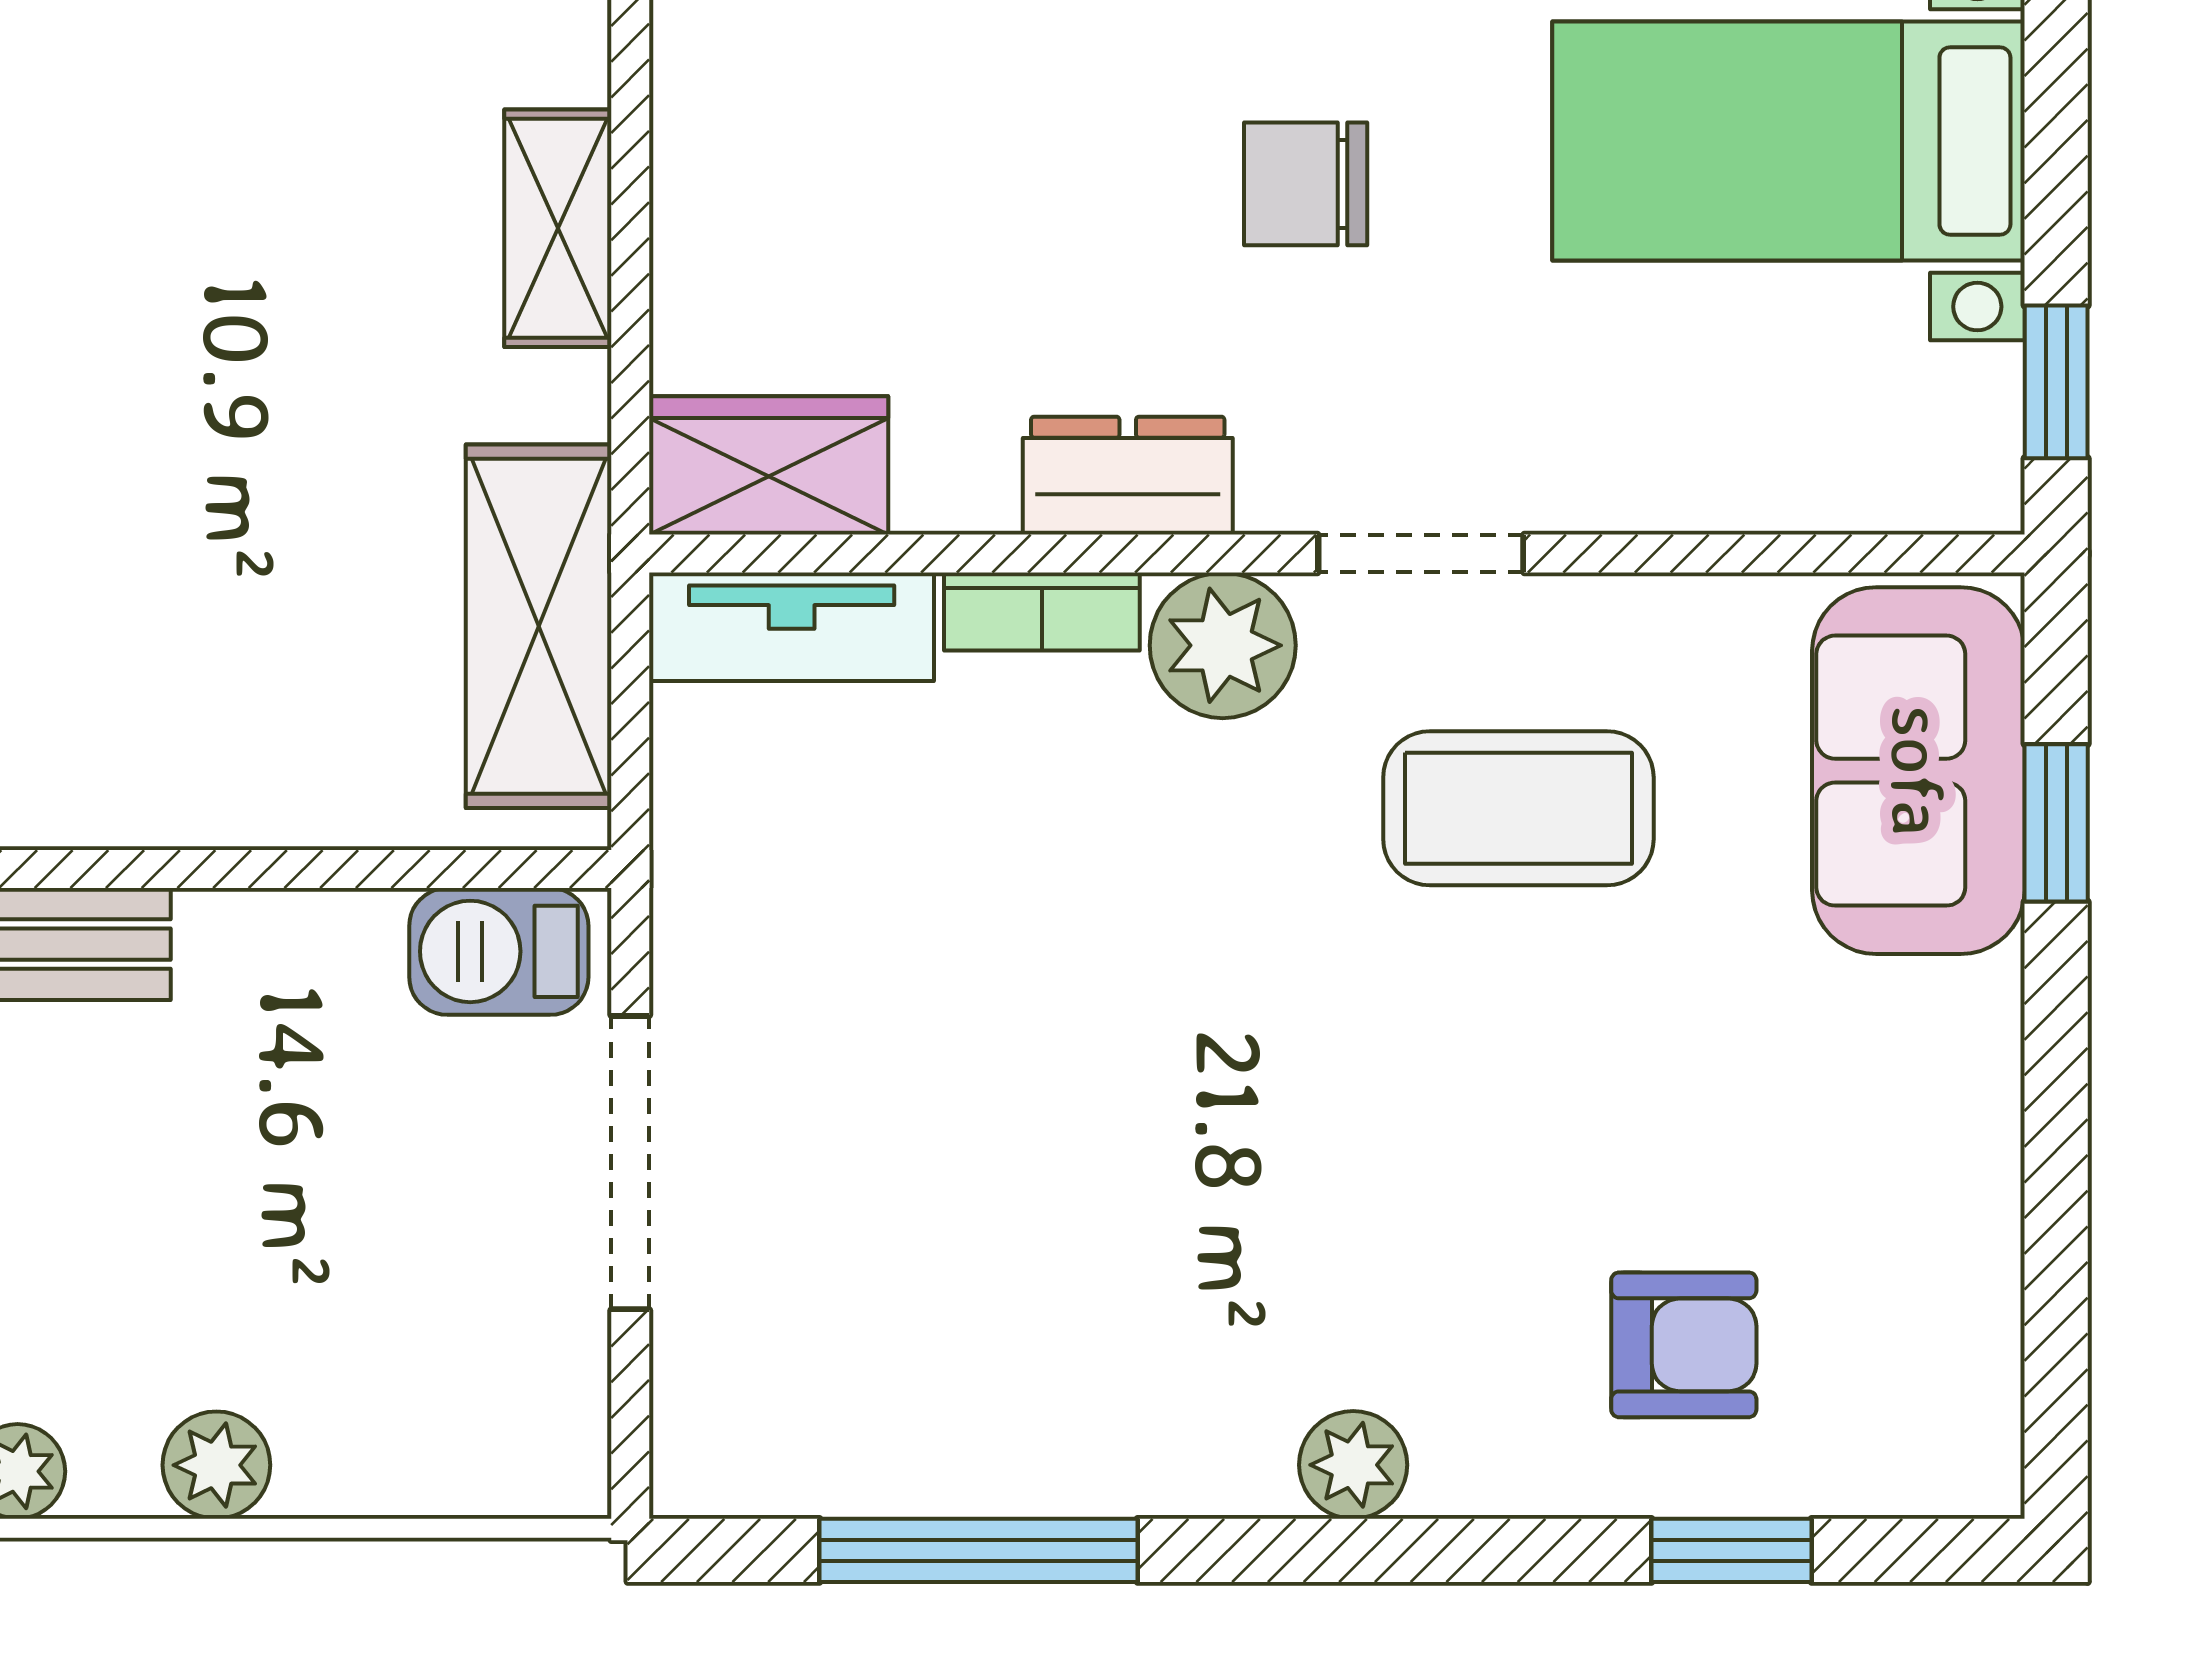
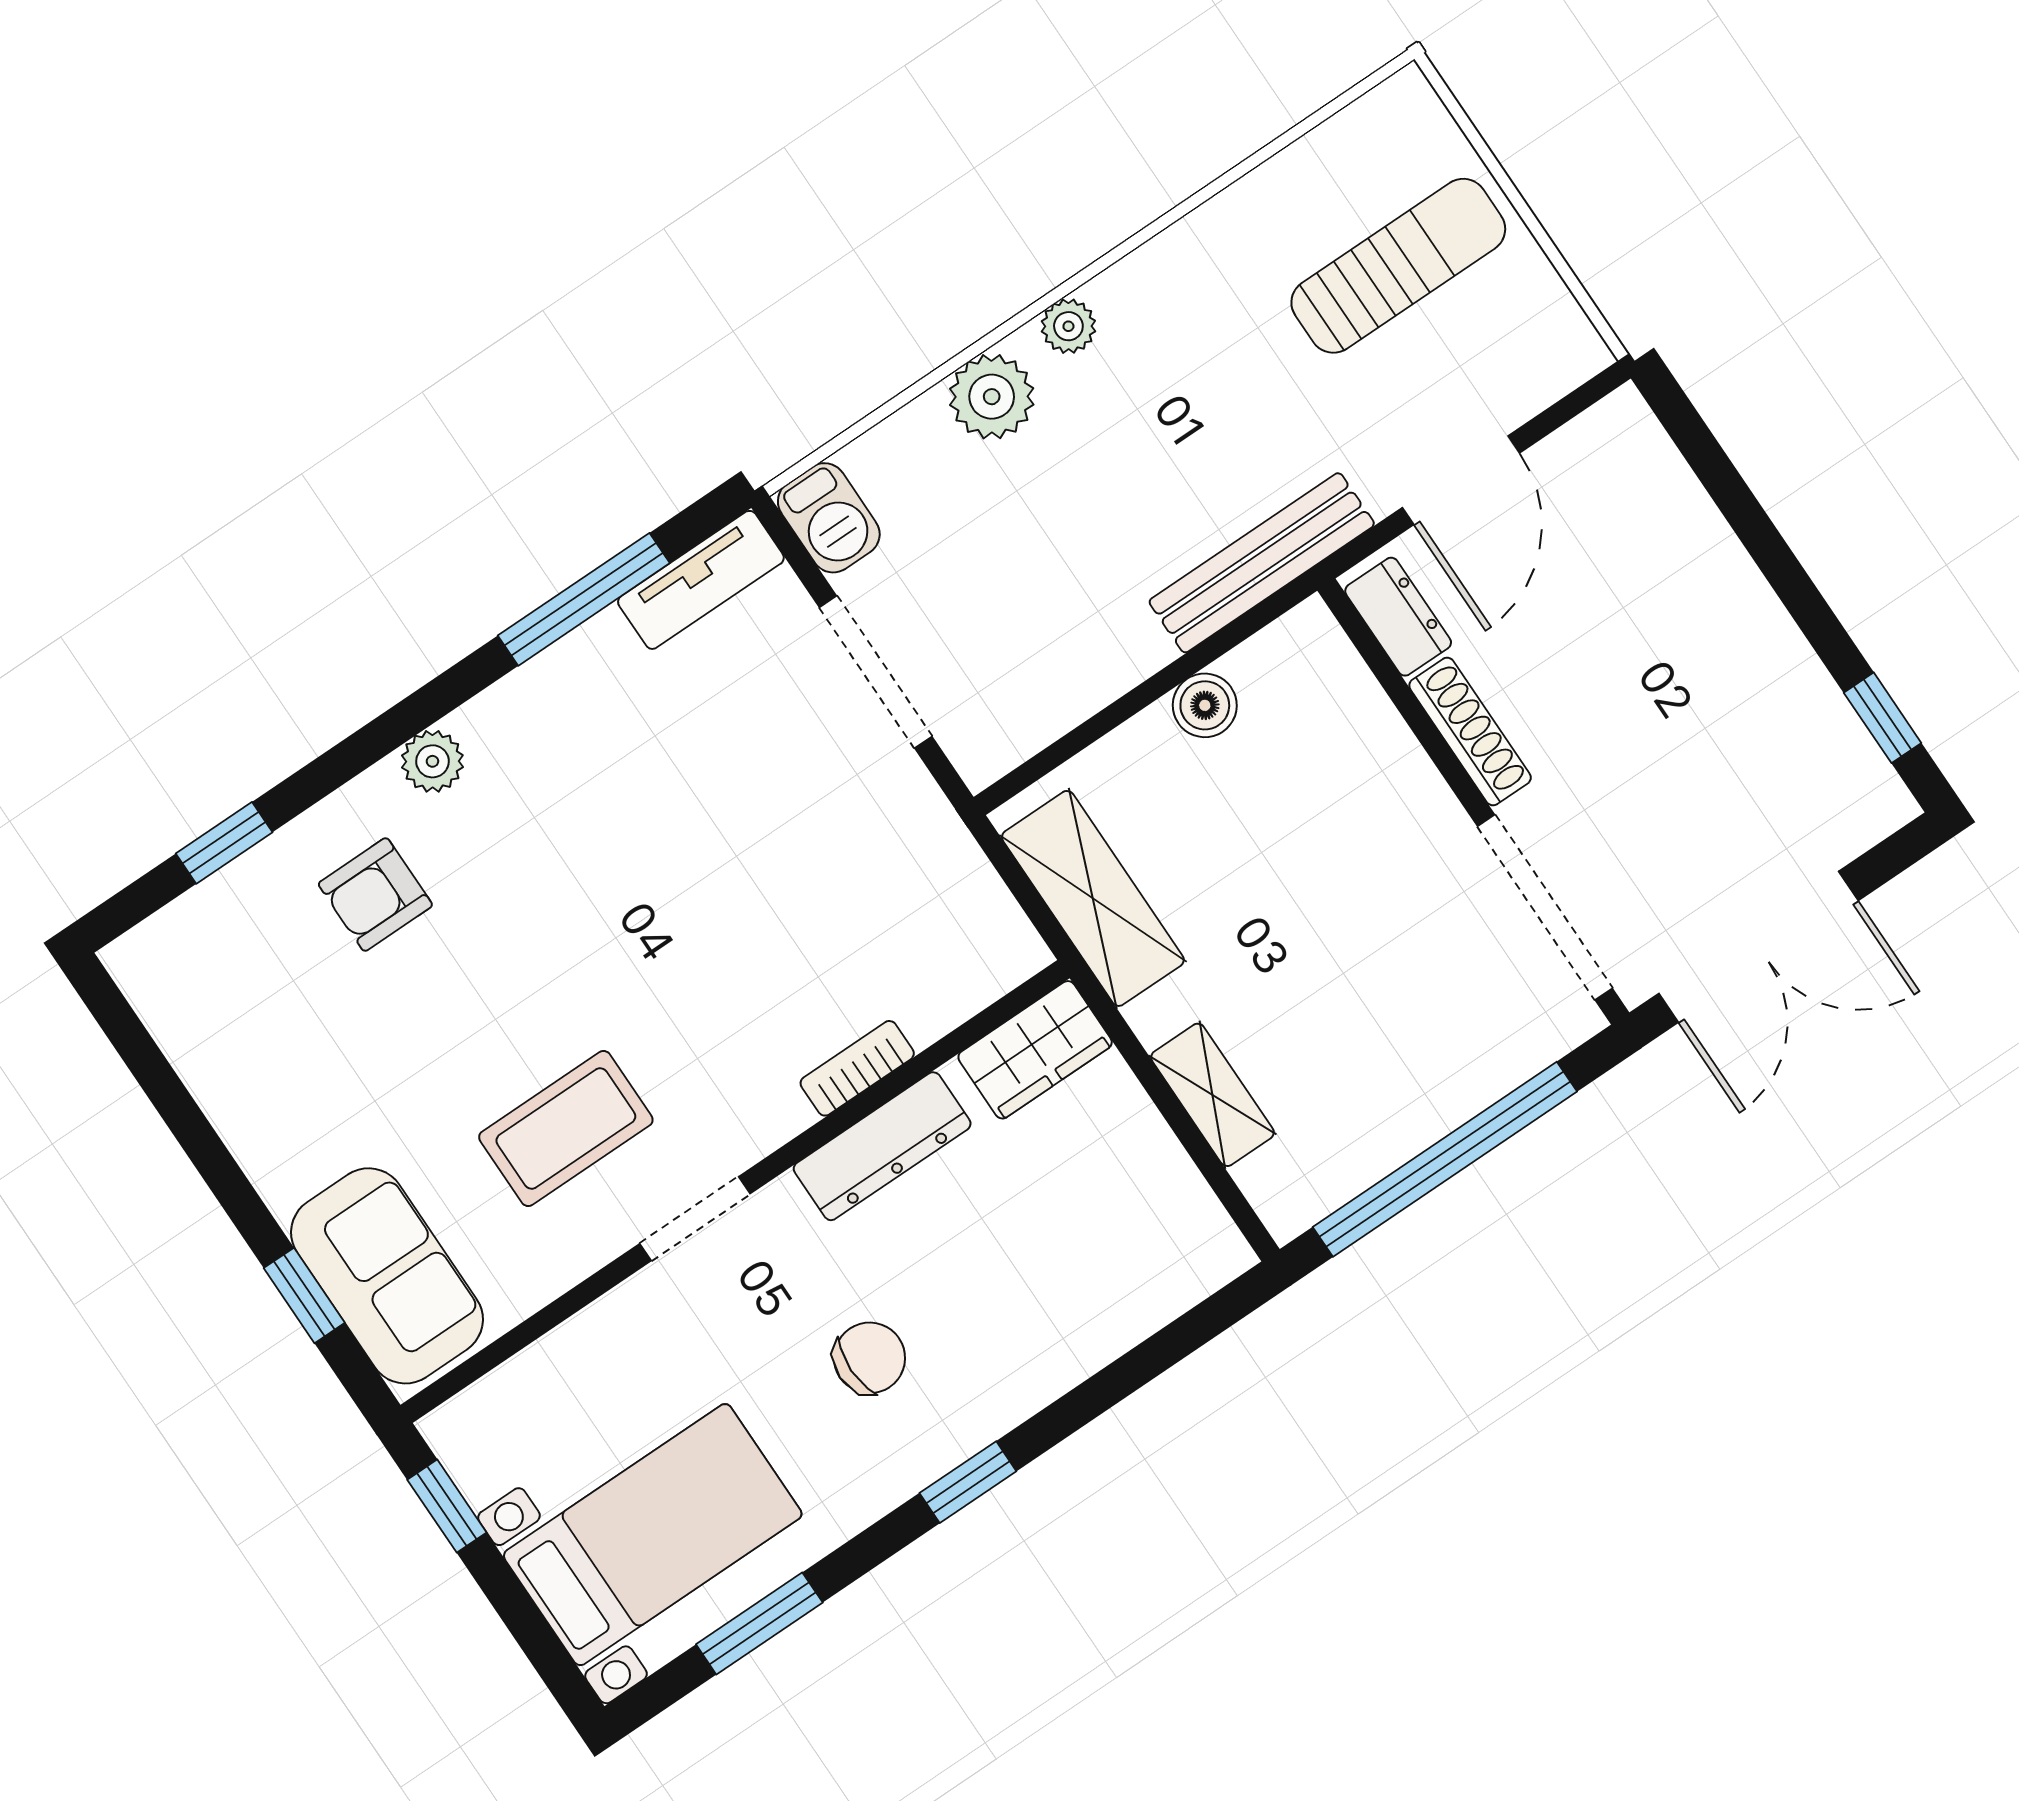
dresser: (1128, 476) -> (882, 1146), width x1.44
tv unit: (792, 627) -> (701, 580), moved, turned 180
plant: (1223, 645) -> (760, 1111), removed
boiler: (190, 795) -> (1205, 705), added
barbecue: (499, 951) -> (829, 518), moved, turned 90
armchair: (1684, 1345) -> (375, 895), moved
plant: (216, 1465) -> (992, 397), width x1.38, depth x1.38

